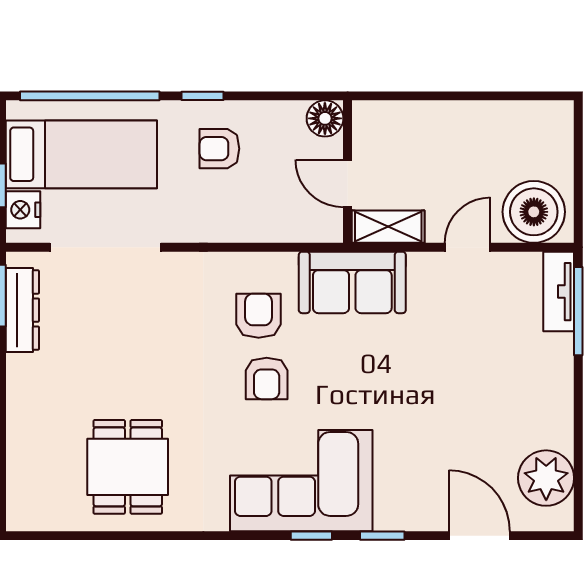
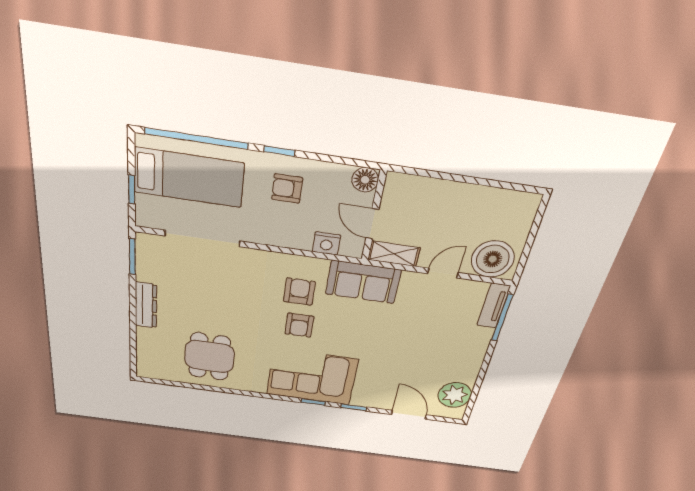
nightstand: (23, 210) -> (326, 243), moved, turned -90
dresser: (22, 310) -> (146, 305), moved

